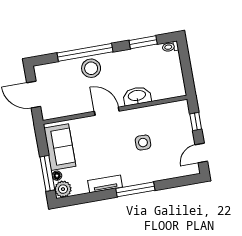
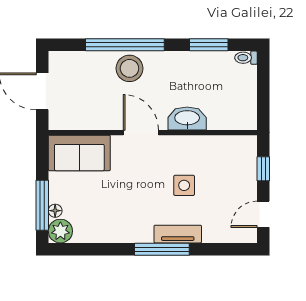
sofa: (60, 147) -> (79, 153), moved, turned 90
tv unit: (105, 184) -> (178, 234), moved

